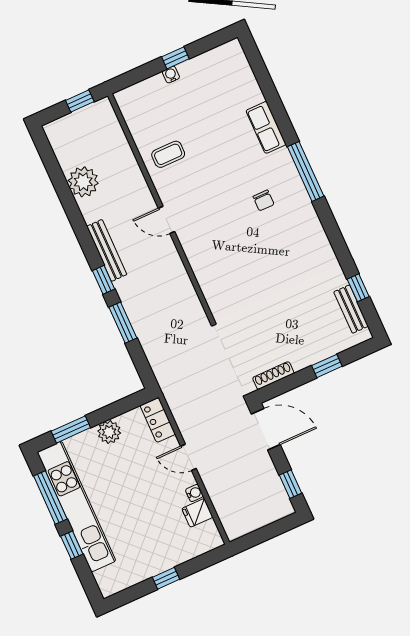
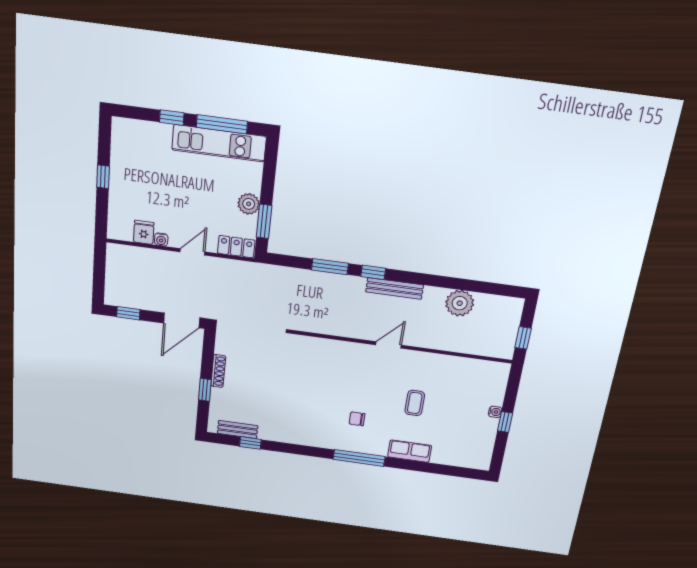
coffee table: (168, 154) -> (415, 403), moved
shoe rack: (273, 375) -> (218, 371), moved
window: (71, 429) -> (264, 221), moved
kitchen unit: (76, 506) -> (219, 143), width x0.73

